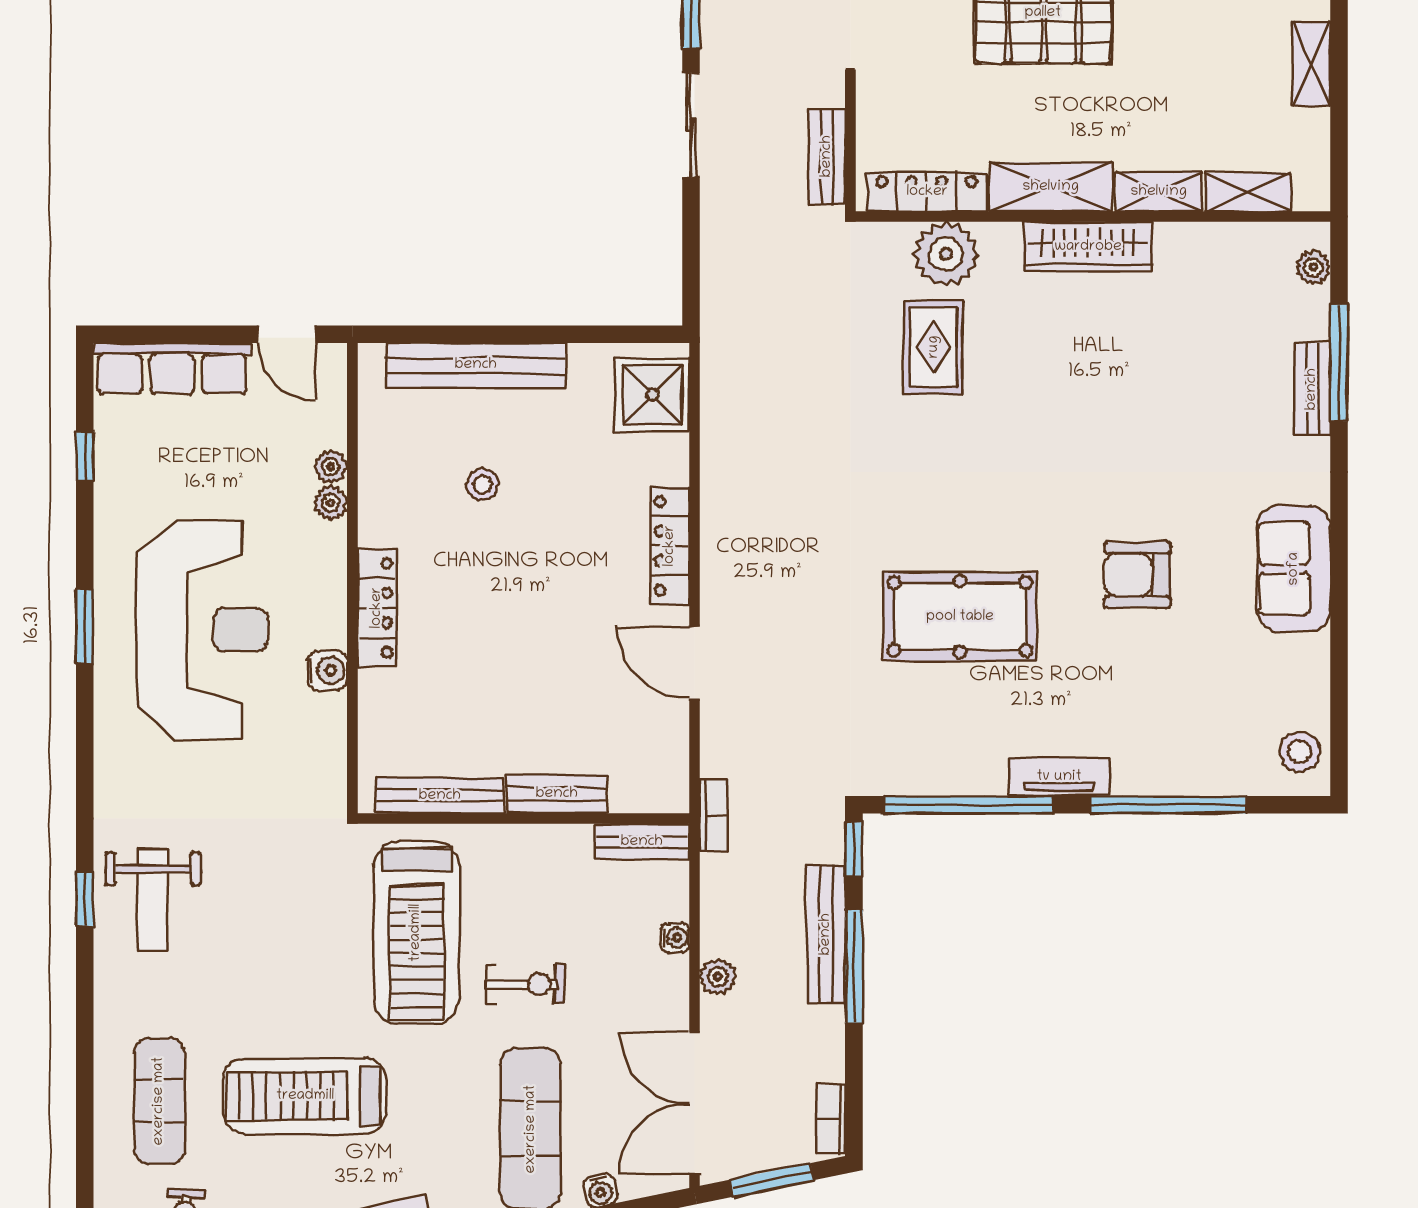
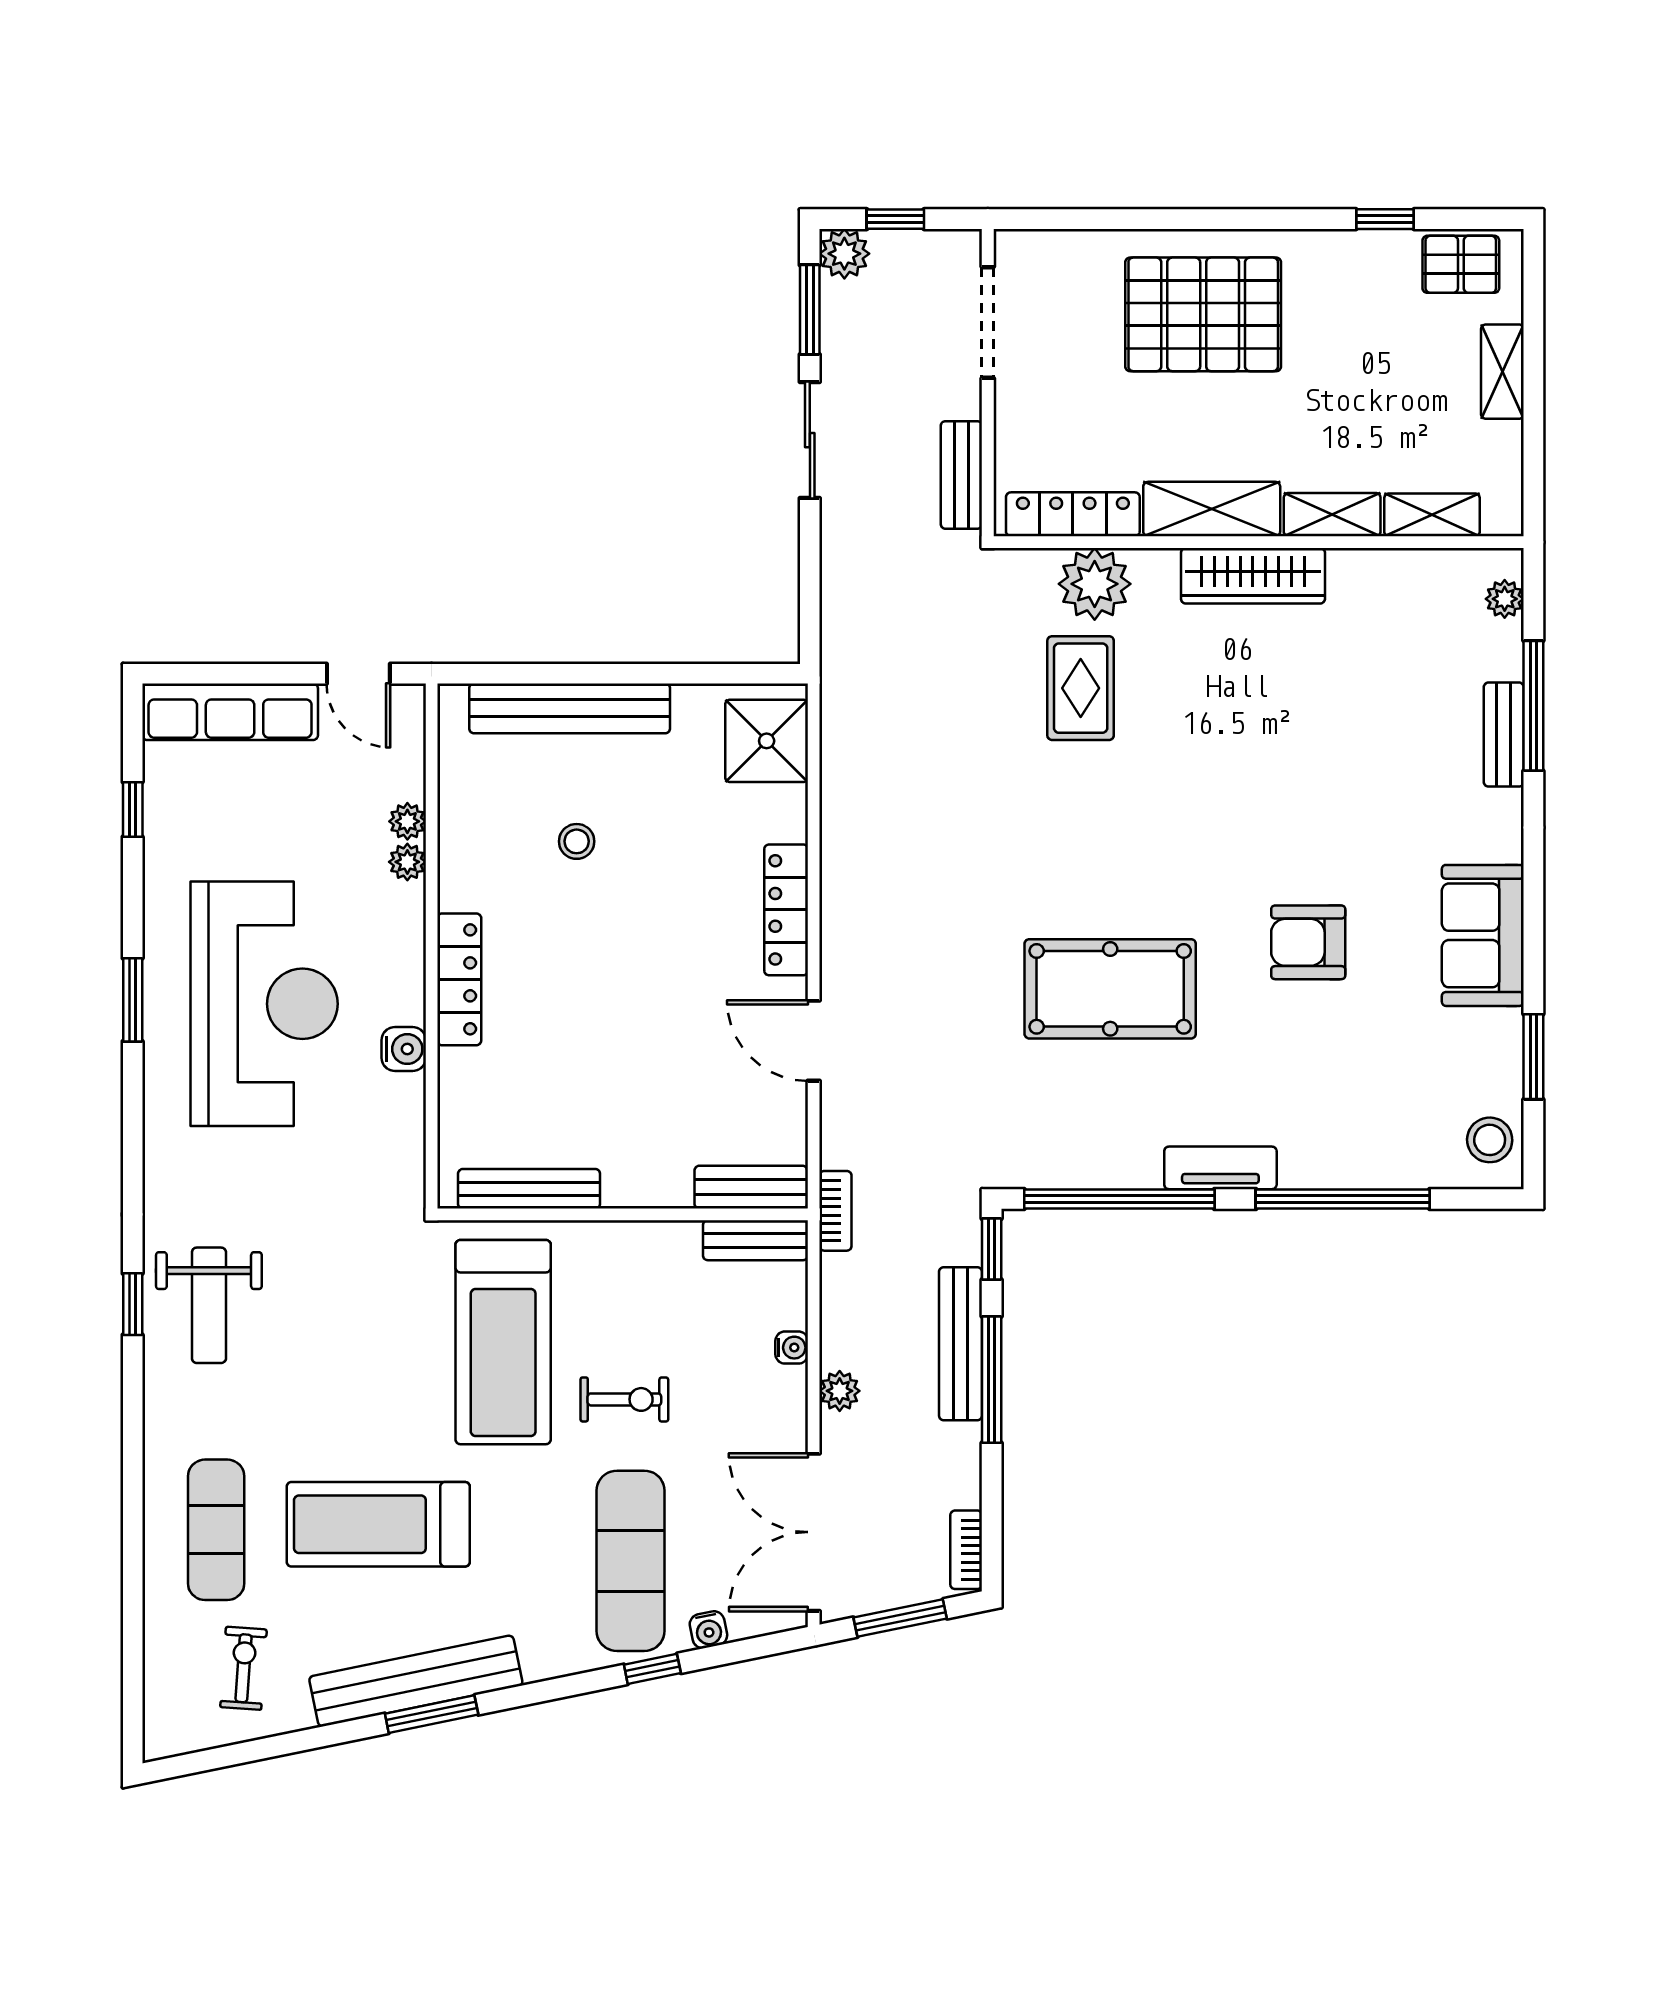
window: (1339, 677) -> (1533, 1057), added
bench: (557, 794) -> (751, 1187), moved

